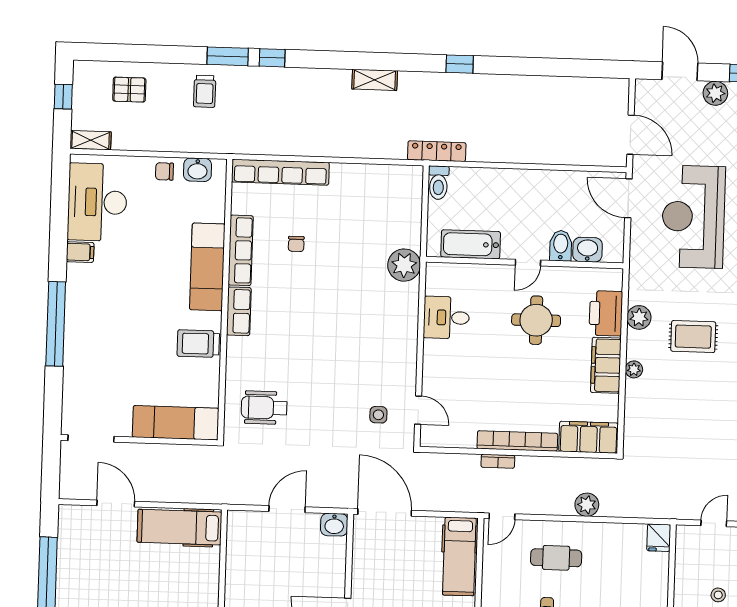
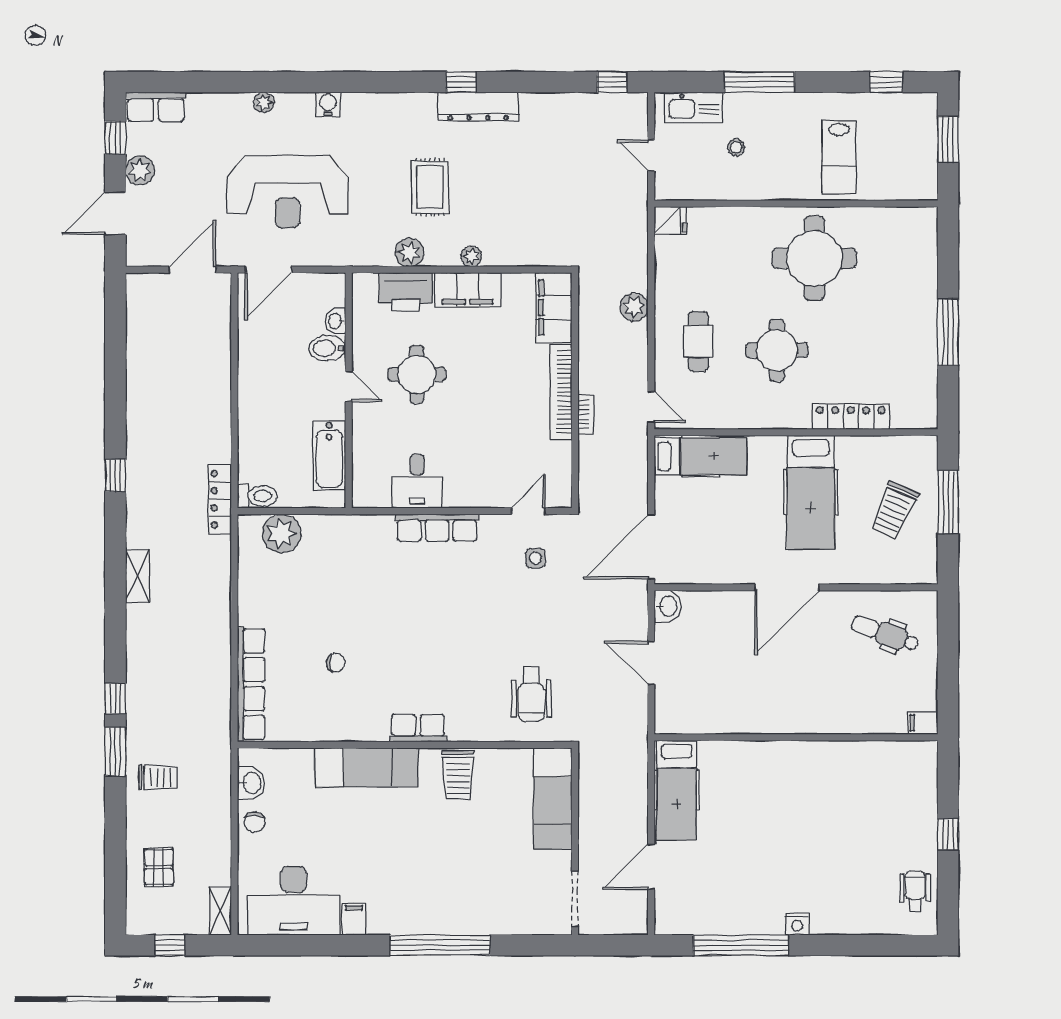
row of seats: (241, 250) -> (437, 528), moved, turned 180
washbasin: (588, 250) -> (336, 321), width x0.72, depth x0.69
plant: (404, 265) -> (282, 534), moved

